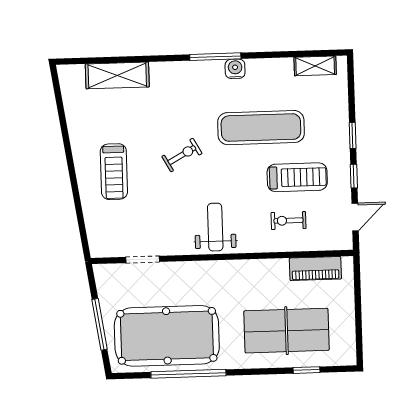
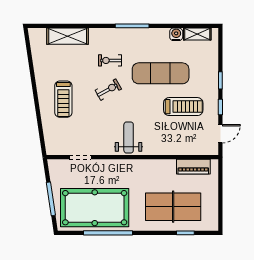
water cooler: (235, 69) -> (176, 34), moved
exercise bike: (288, 221) -> (110, 60), moved

